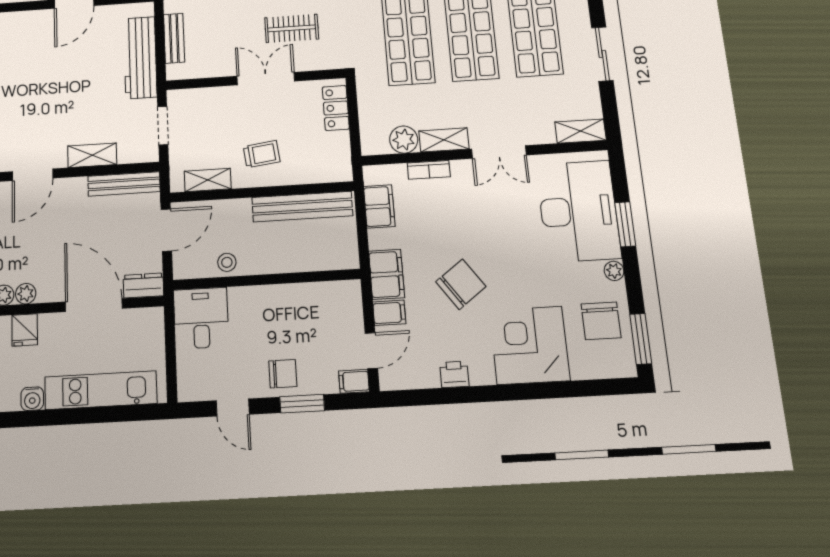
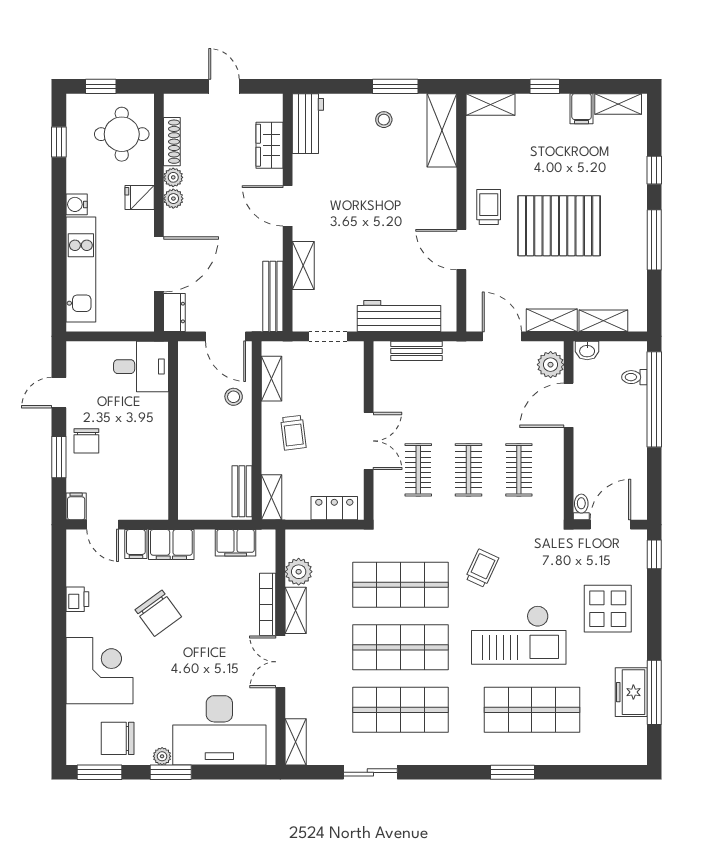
bookcase: (429, 170) -> (268, 604), width x1.56
shelving: (329, 172) -> (272, 497), added
bench: (302, 207) -> (242, 491), width x0.54, depth x0.82
window: (625, 224) -> (171, 772), moved
stool: (227, 262) -> (234, 397), moved

